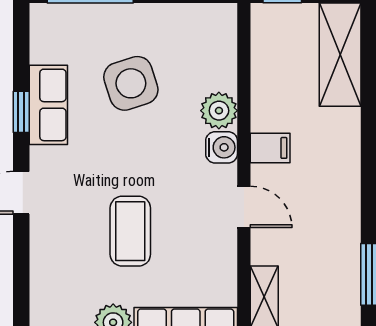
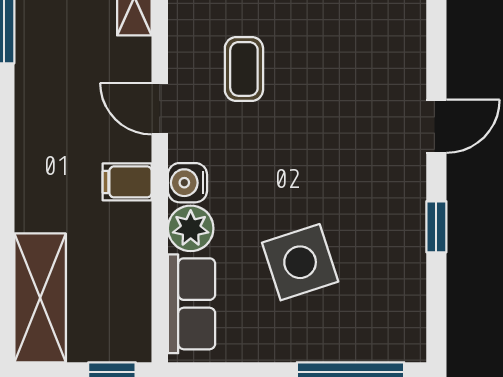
row of seats: (48, 105) -> (191, 304), moved, turned 180
coffee table: (130, 231) -> (244, 69), moved, width x0.73, depth x0.77

